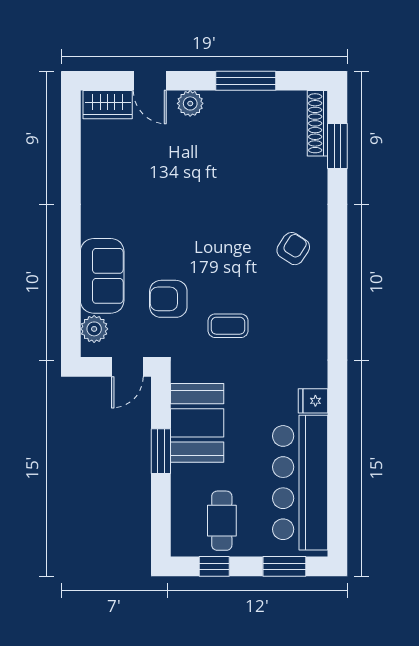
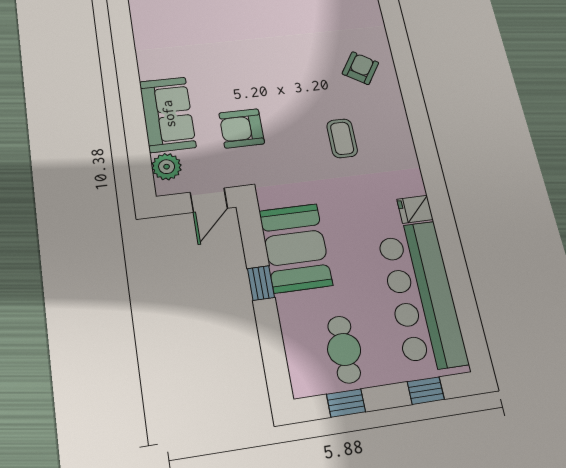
coffee table: (228, 326) -> (342, 138), moved, turned 90
window: (161, 451) -> (261, 283), width x0.67
window: (284, 566) -> (426, 391), width x0.67

